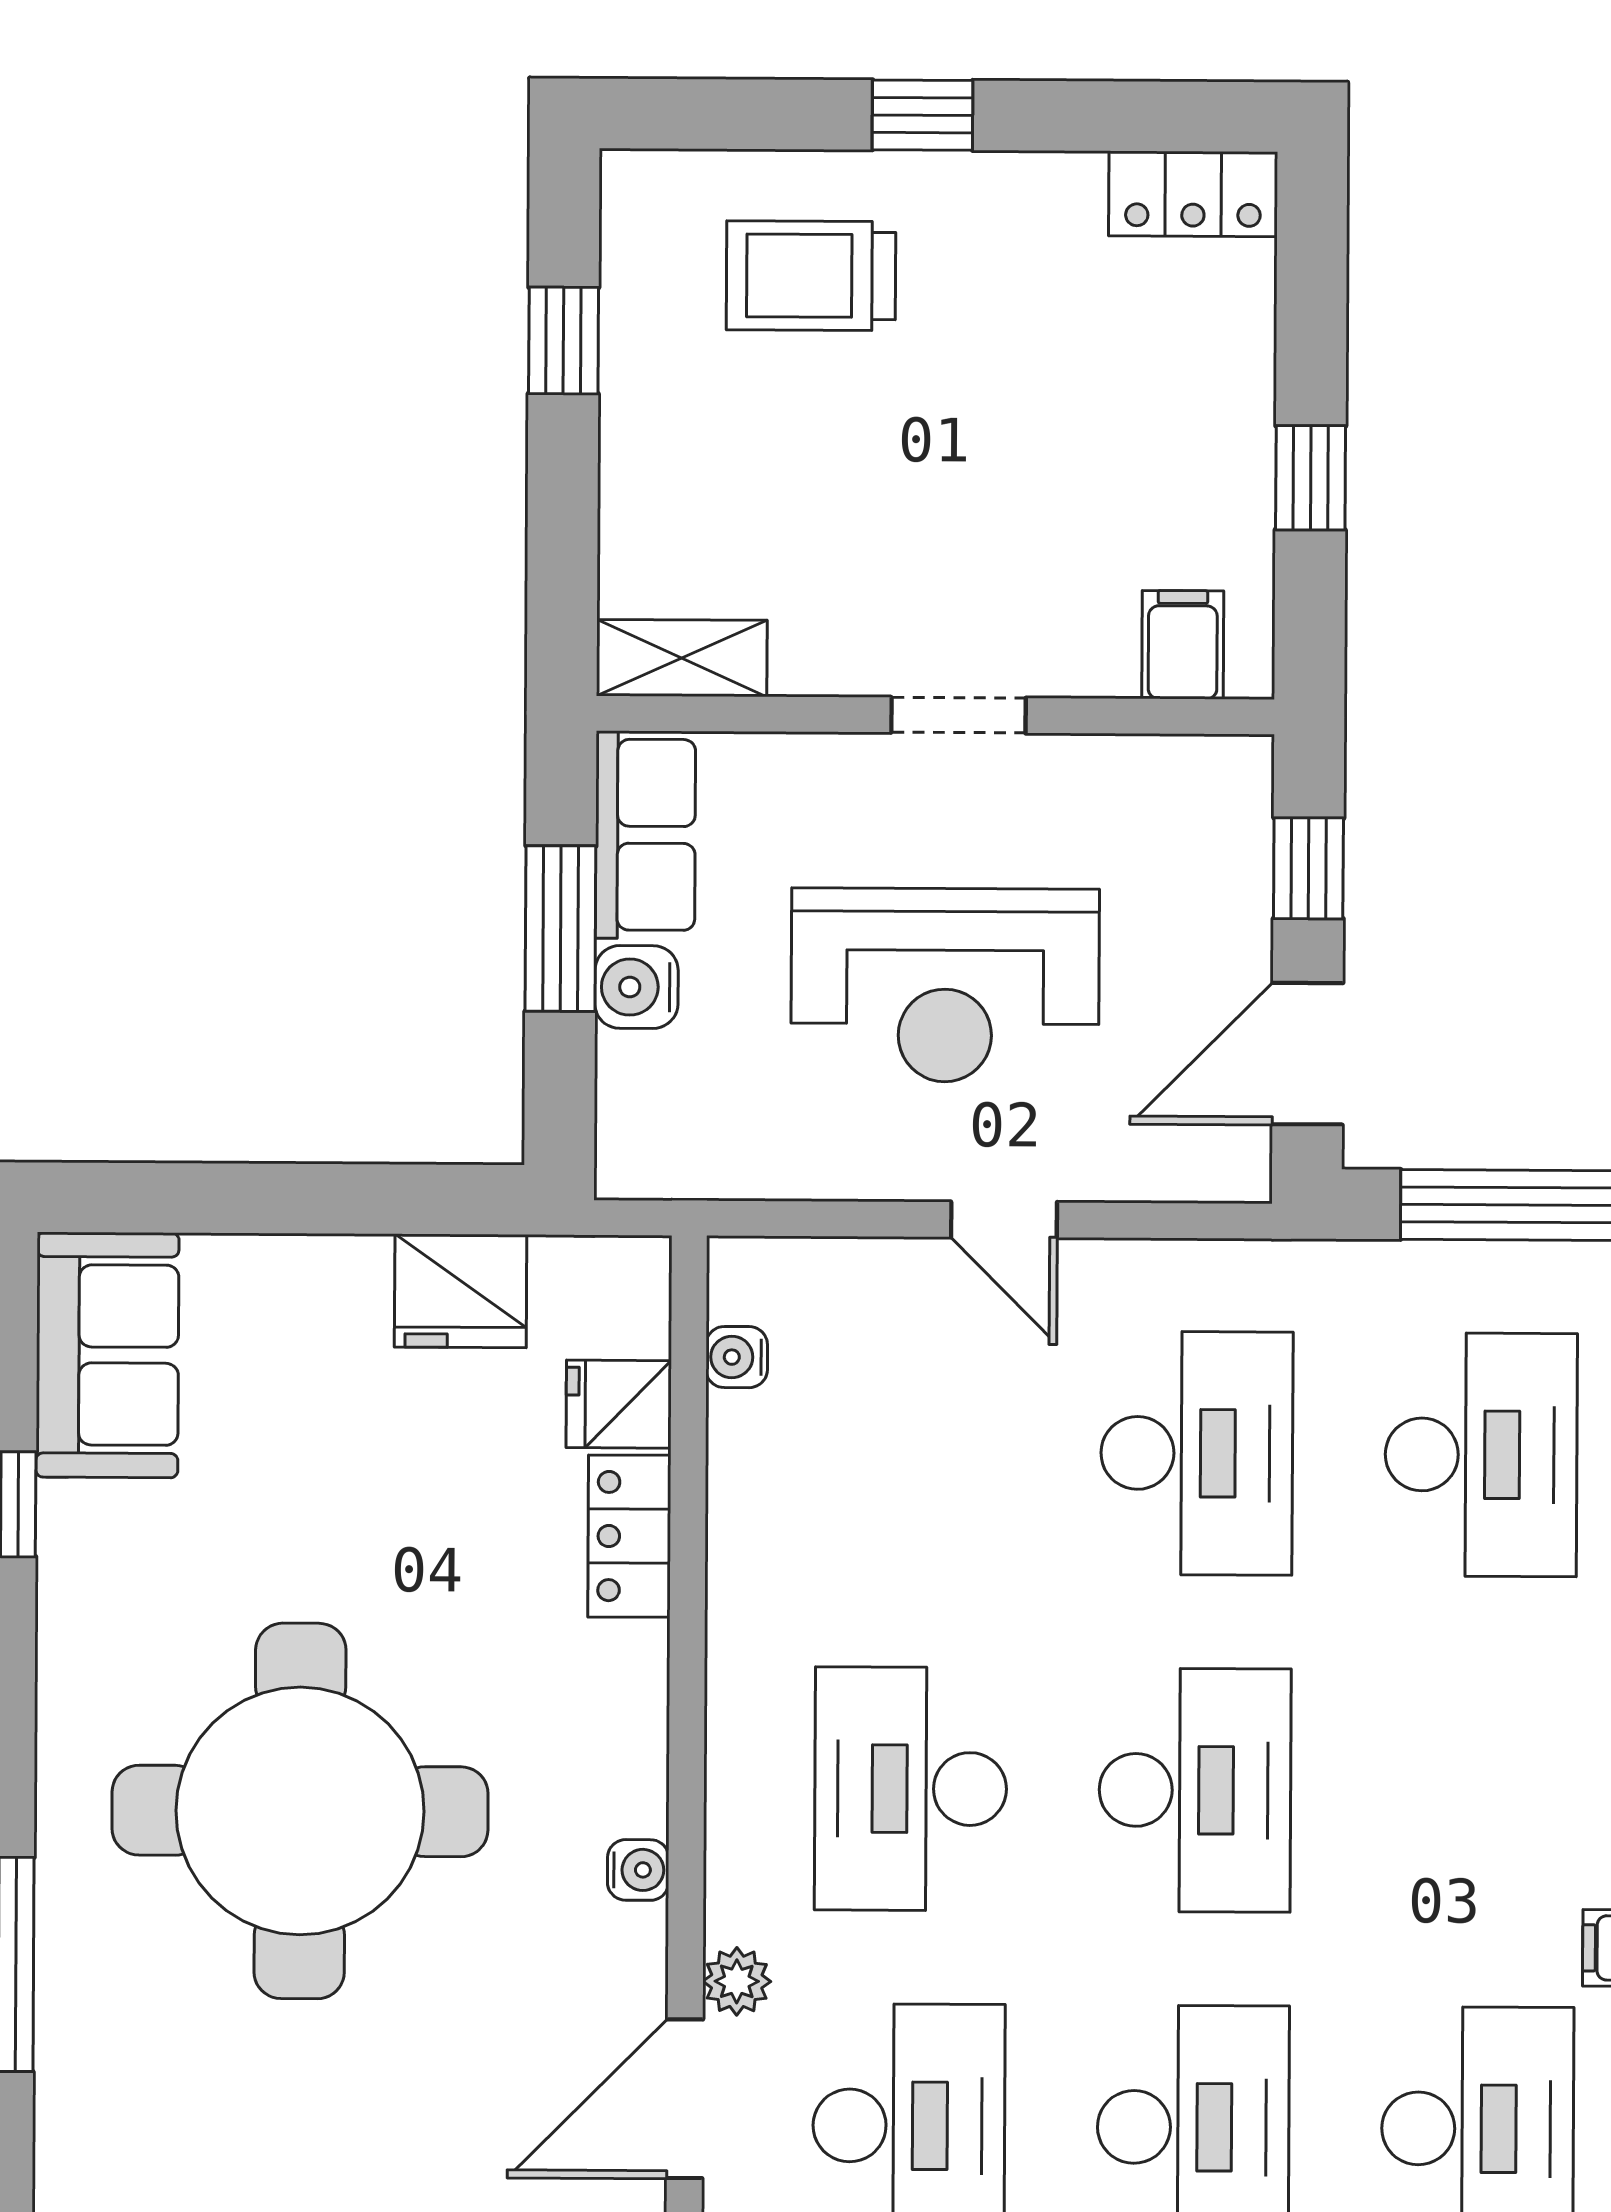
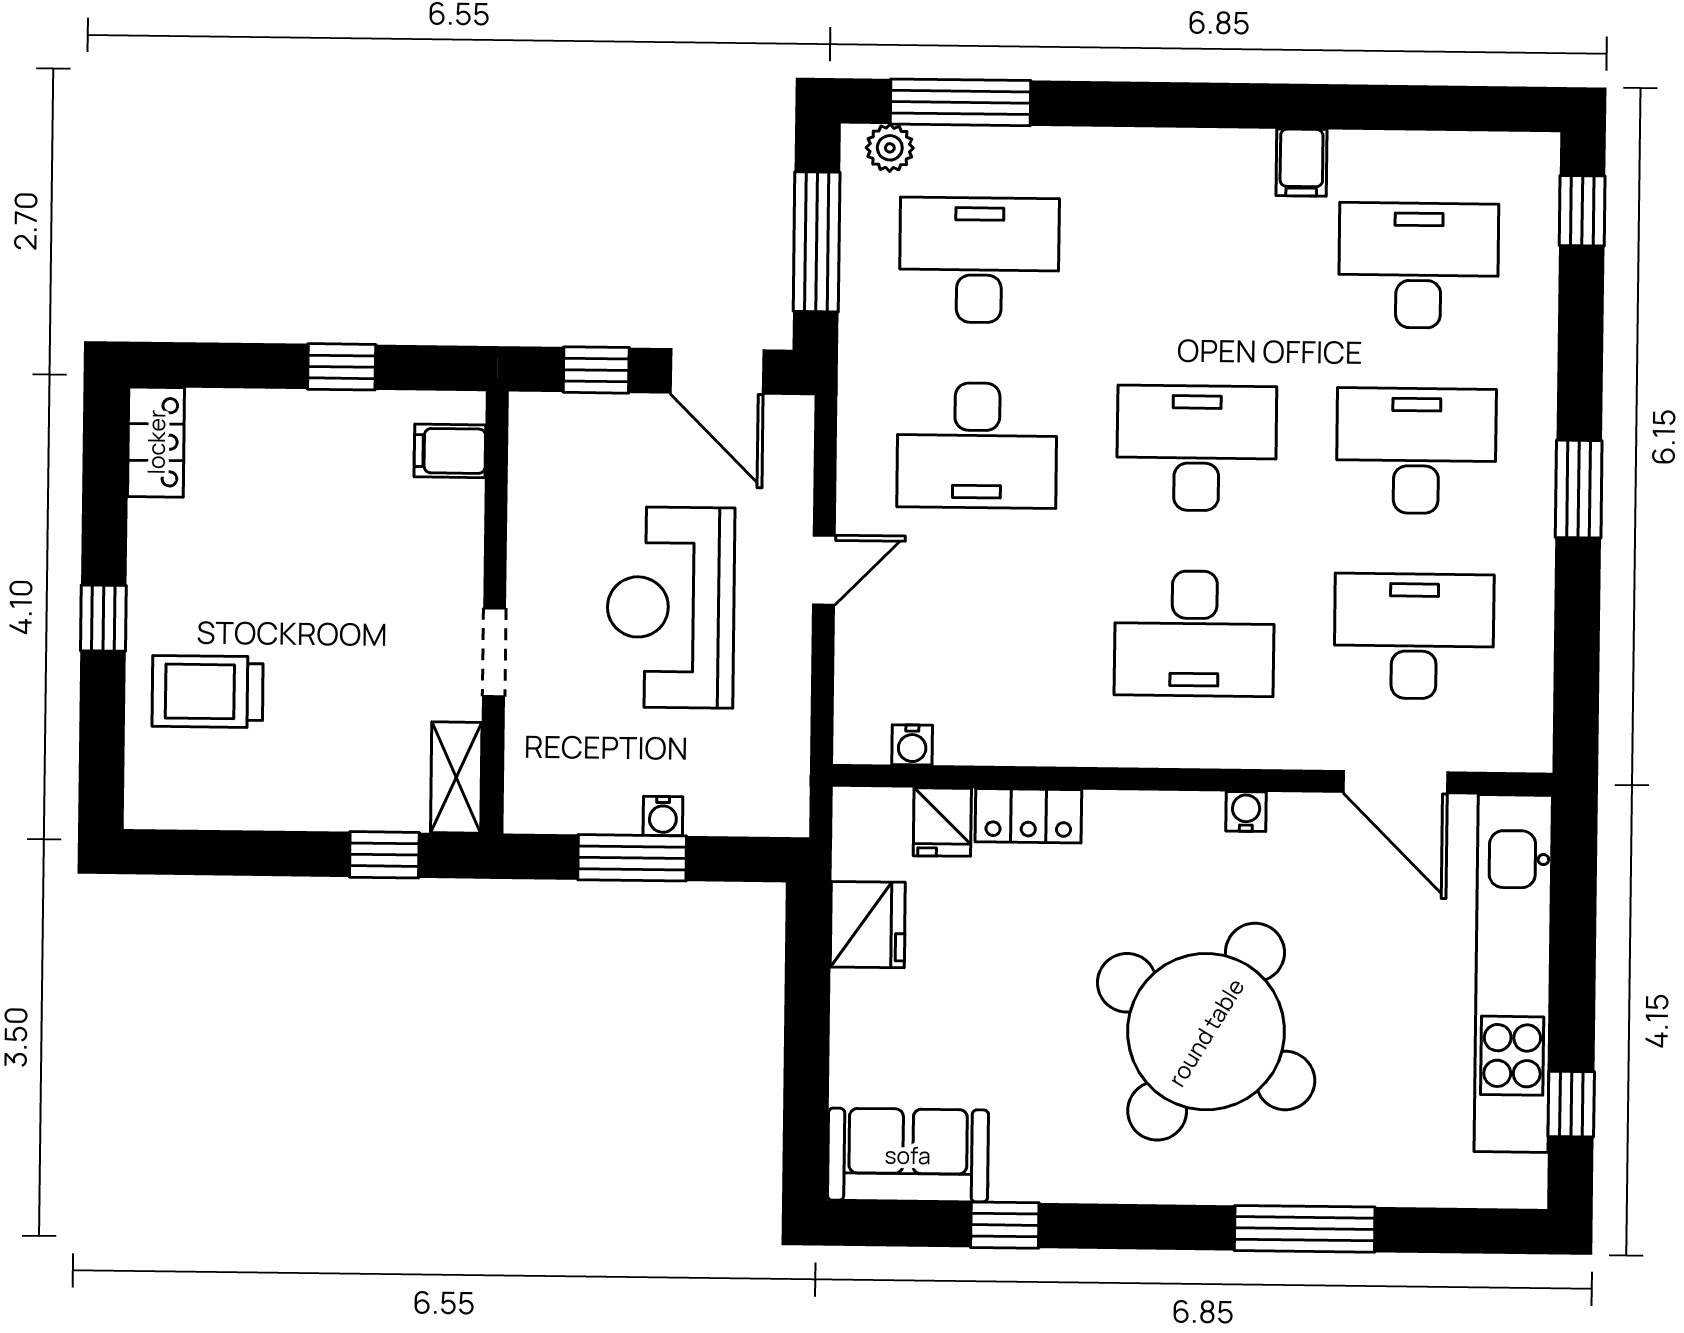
trolley: (811, 276) -> (208, 692), turned 90
window: (564, 341) -> (384, 855), moved
doorway: (958, 715) -> (494, 652), moved
row of seats: (645, 835) -> (571, 802), removed
reception desk: (945, 985) -> (671, 607), turned 180
water cooler: (636, 987) -> (663, 816), width x0.72, depth x0.72
desk: (1197, 1453) -> (977, 445), turned 180
round table: (300, 1811) -> (1206, 1032), turned 31
plant: (737, 1981) -> (1319, 748), removed

